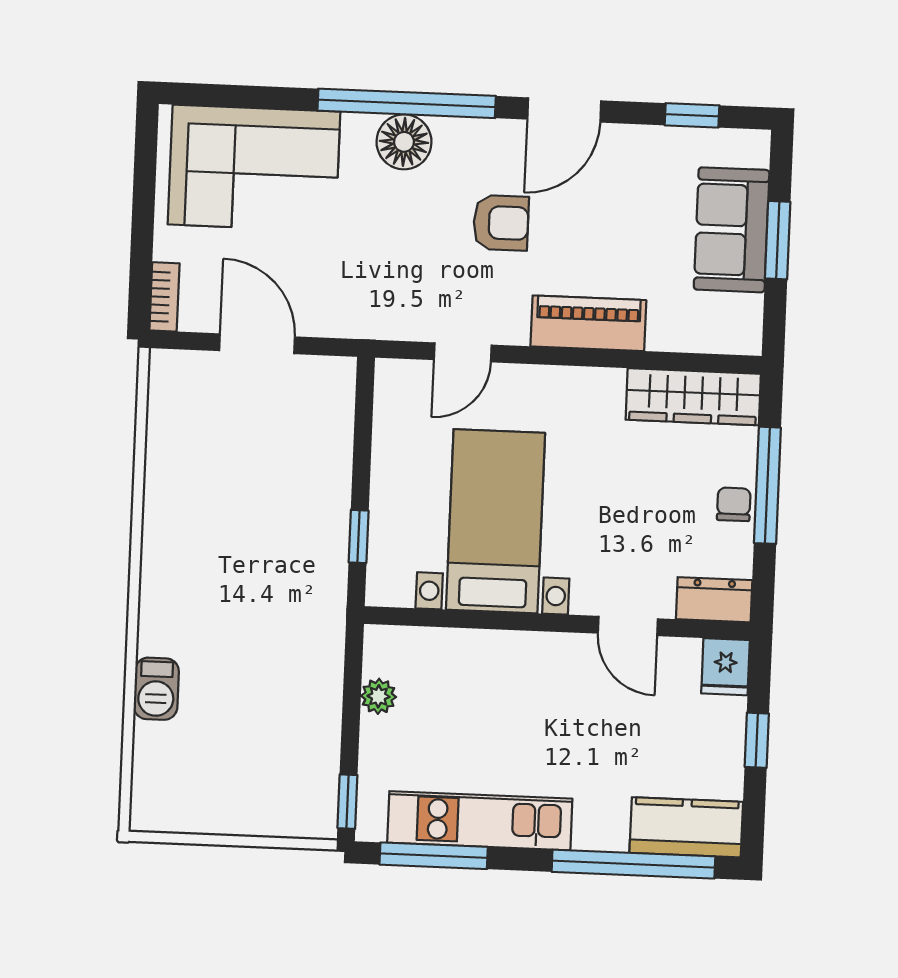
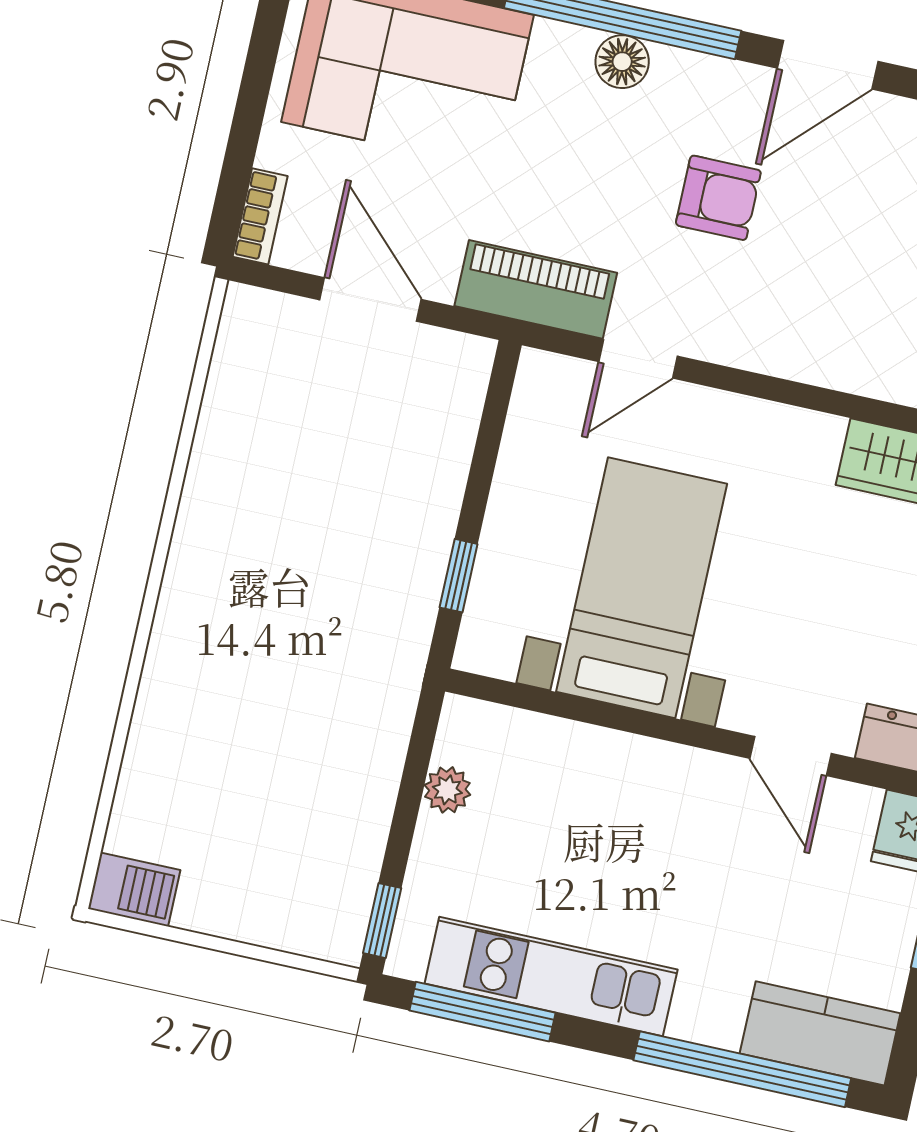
floor lamp: (404, 142) -> (622, 62), width x0.73, depth x0.73
piano: (588, 323) -> (536, 289), moved
barbecue: (156, 689) -> (134, 890), moved, turned -90

